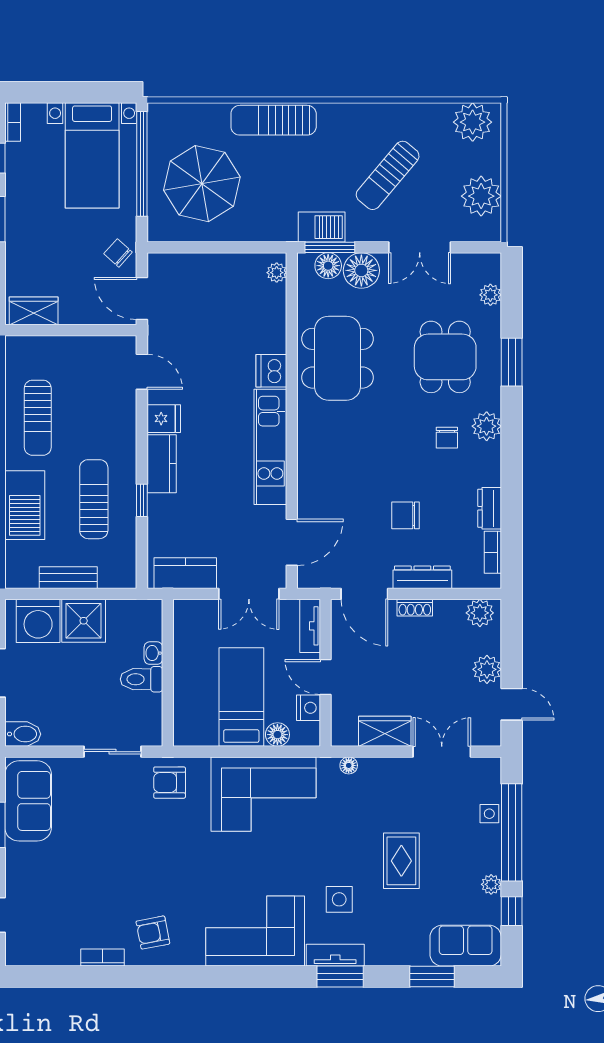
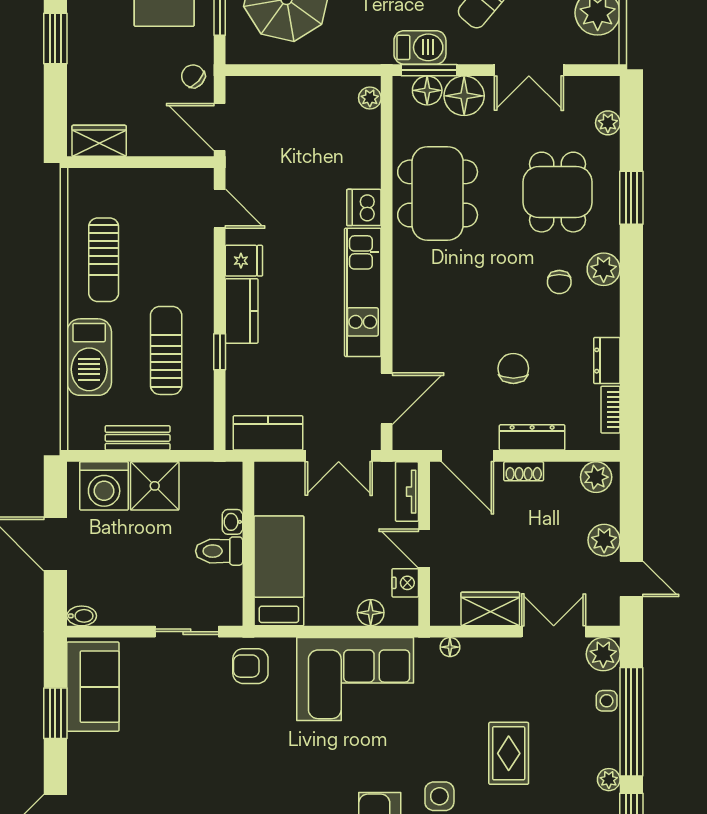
chair: (406, 515) -> (513, 368), turned 90
bed: (241, 697) -> (279, 571), moved
bidet: (23, 734) -> (82, 616), width x0.72, depth x0.74
plant: (486, 772) -> (603, 654), added

